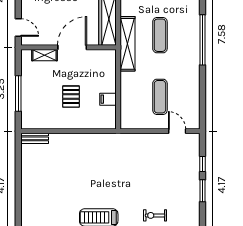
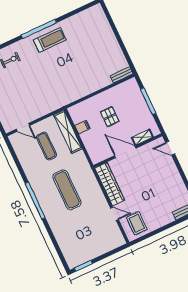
exercise mat: (160, 35) -> (67, 190), width x1.36, depth x1.45
shelving: (128, 44) -> (68, 132), moved
door: (72, 47) -> (125, 152), swing flipped

